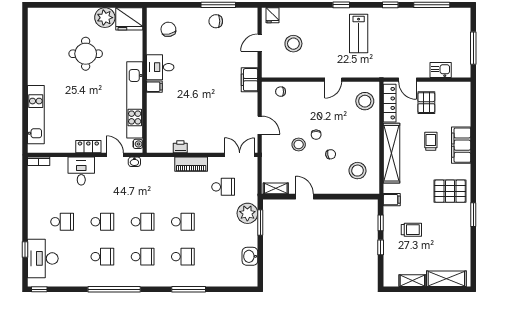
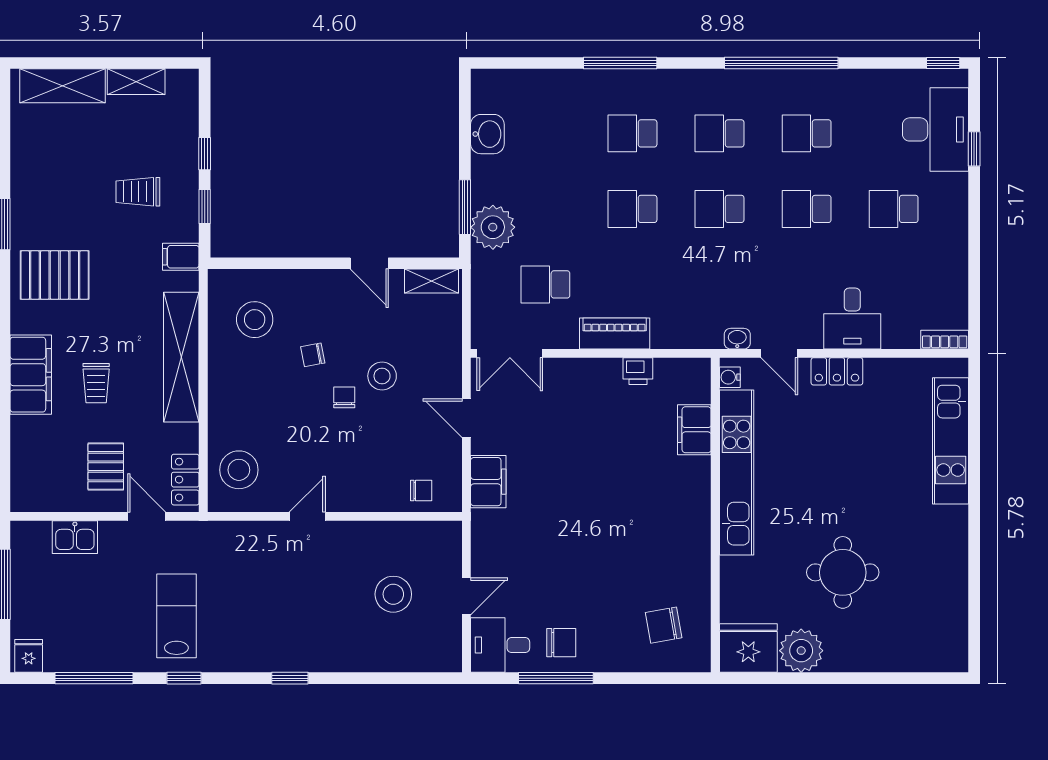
fridge: (272, 15) -> (29, 656), moved
chair: (168, 29) -> (664, 625), turned 93
lab bench: (359, 33) -> (176, 616), moved
desk: (160, 67) -> (500, 645), moved, turned 180
filing cabinet: (250, 80) -> (488, 482), moved
filing cabinet: (154, 87) -> (694, 430), moved, width x2.00
locker: (390, 103) -> (185, 480), width x0.66

